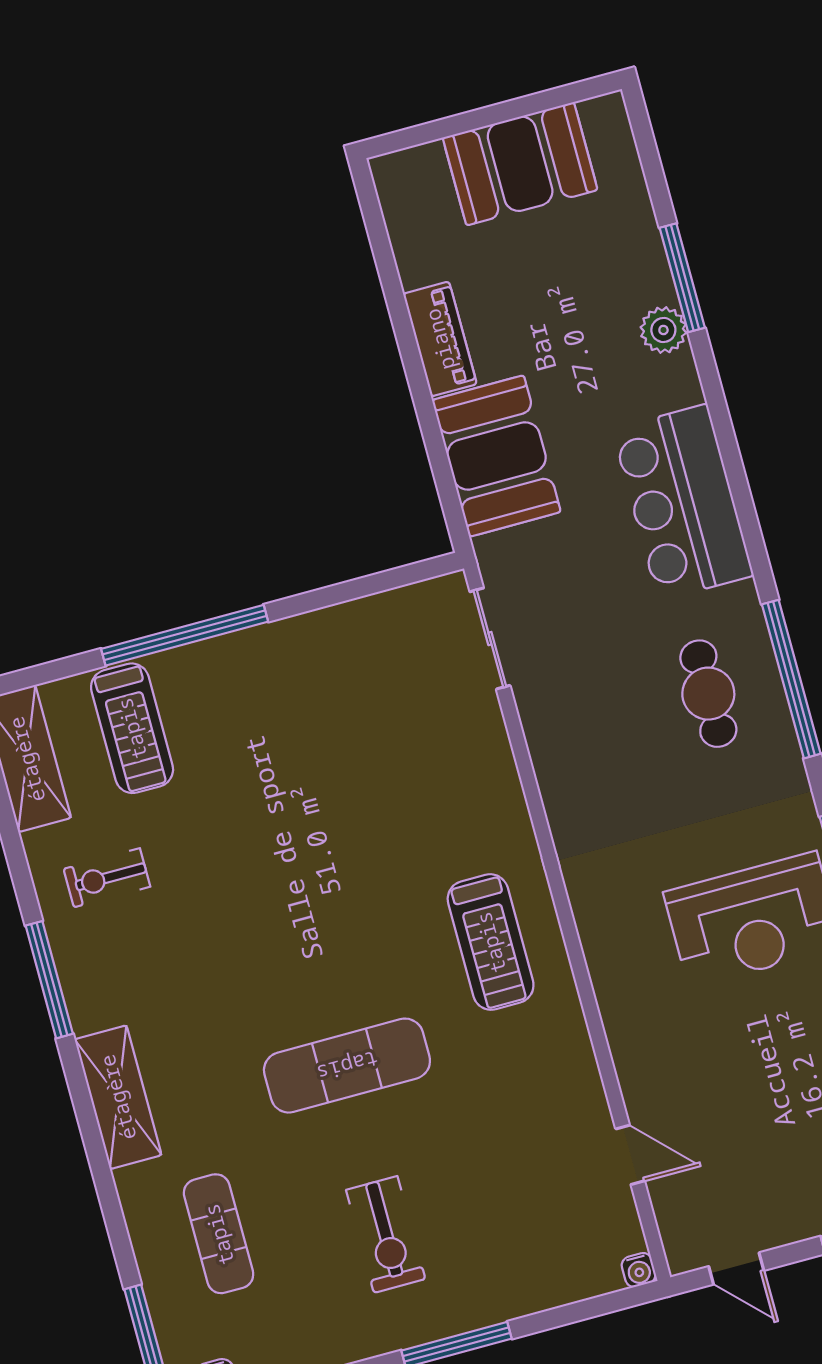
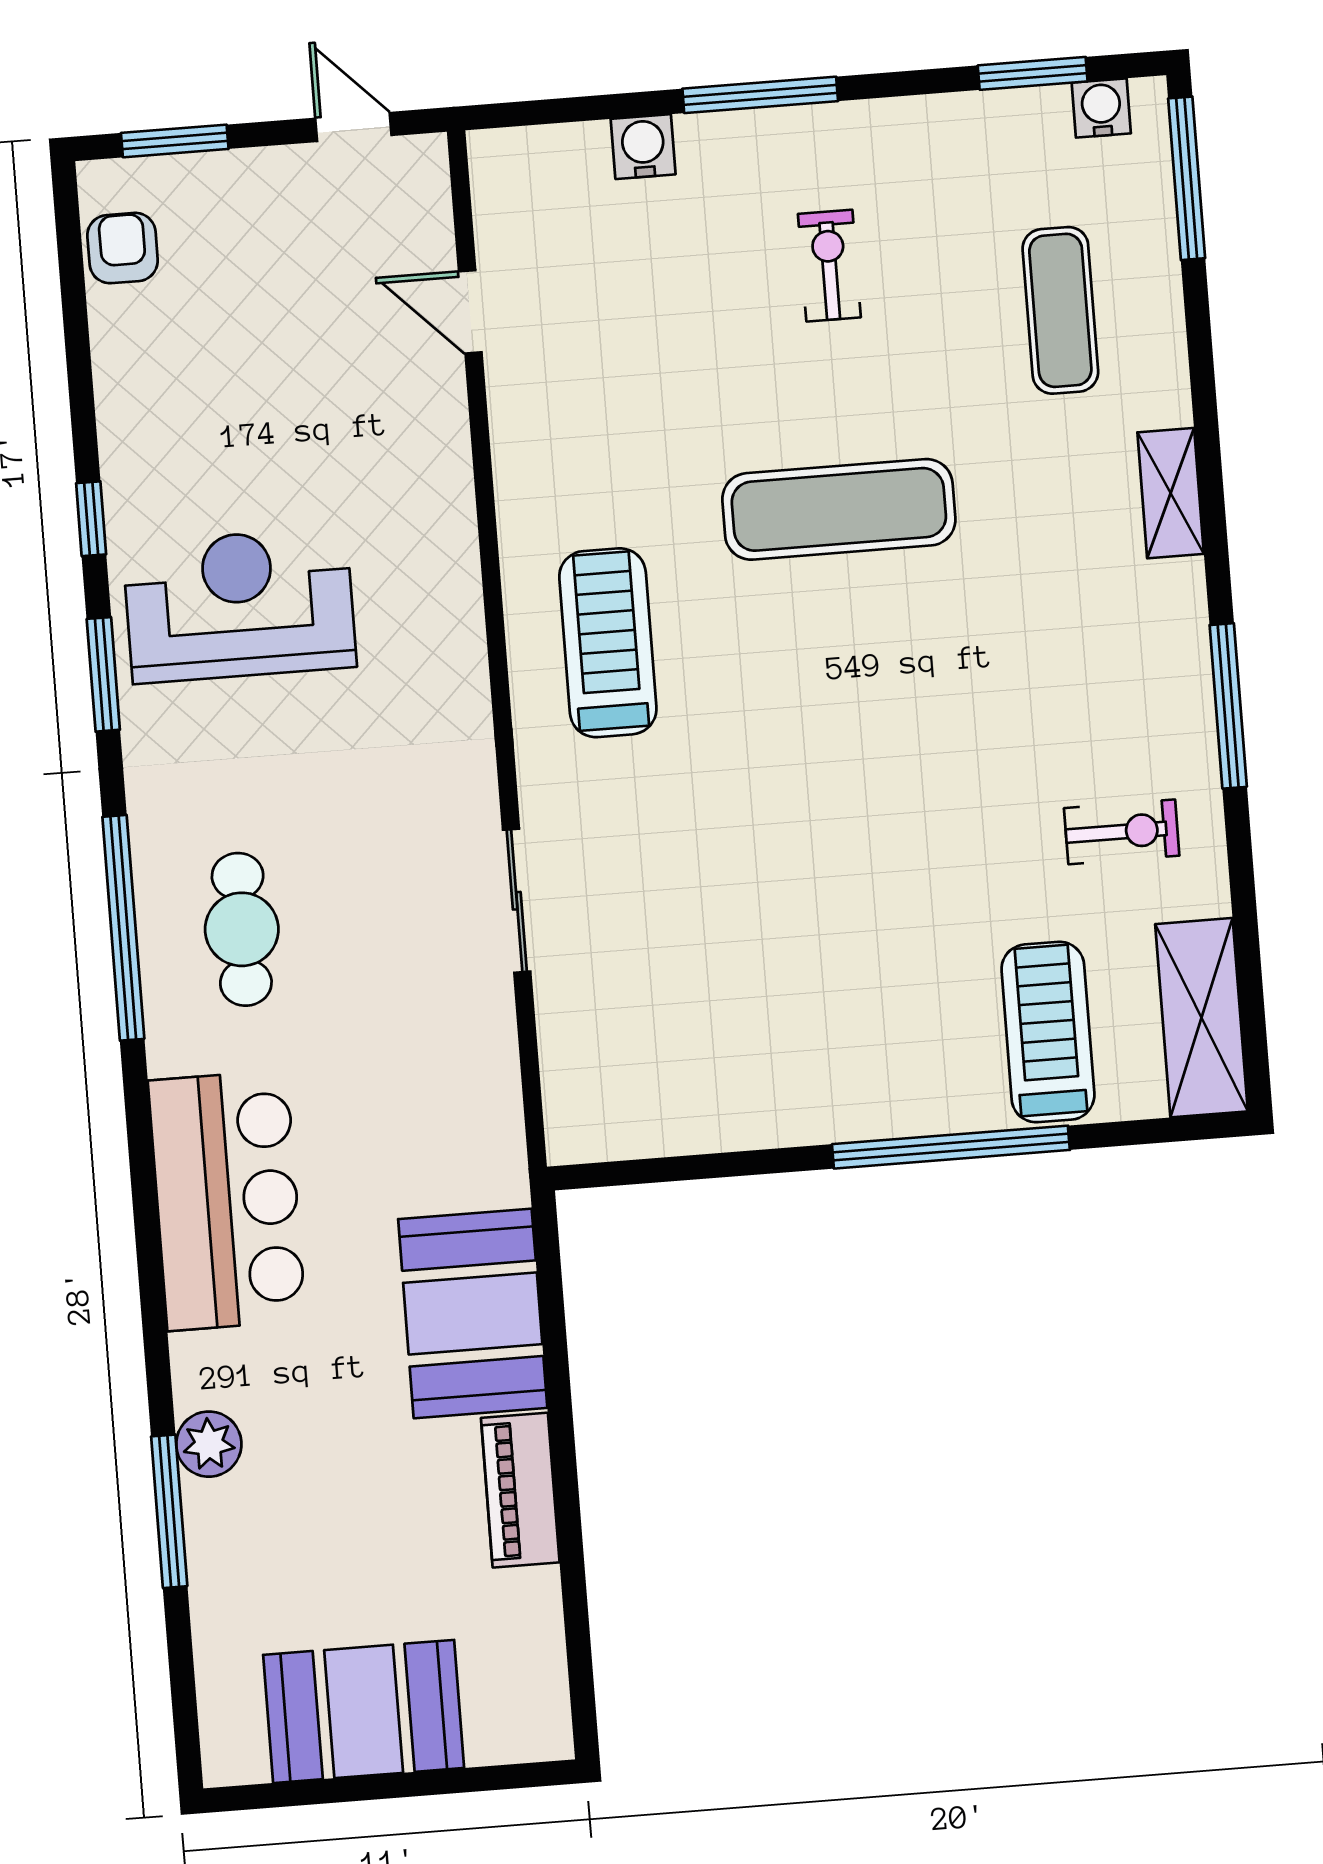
sliding door: (490, 639) -> (517, 901), moved
shelving: (118, 1097) -> (1171, 493), width x0.67, depth x0.75
exercise bike: (386, 1234) -> (829, 266), width x0.73, depth x0.72
water cooler: (639, 1270) -> (643, 147), moved, width x1.38, depth x1.38

